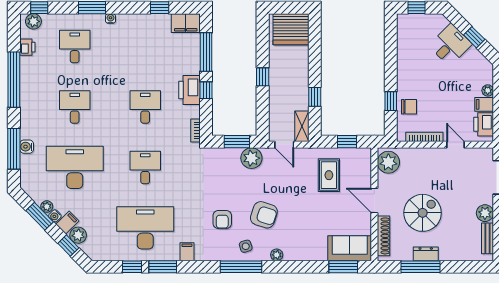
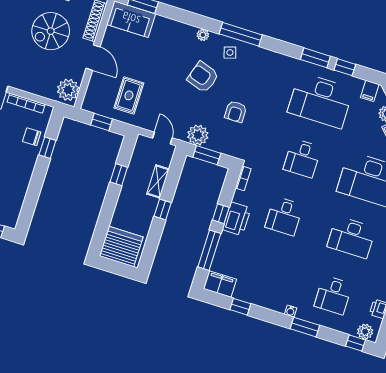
desk: (75, 107) -> (351, 237), width x1.37
shelving: (302, 126) -> (158, 181), moved
armchair: (222, 219) -> (236, 112), moved, turned 180
filing cabinet: (187, 252) -> (370, 91), moved

